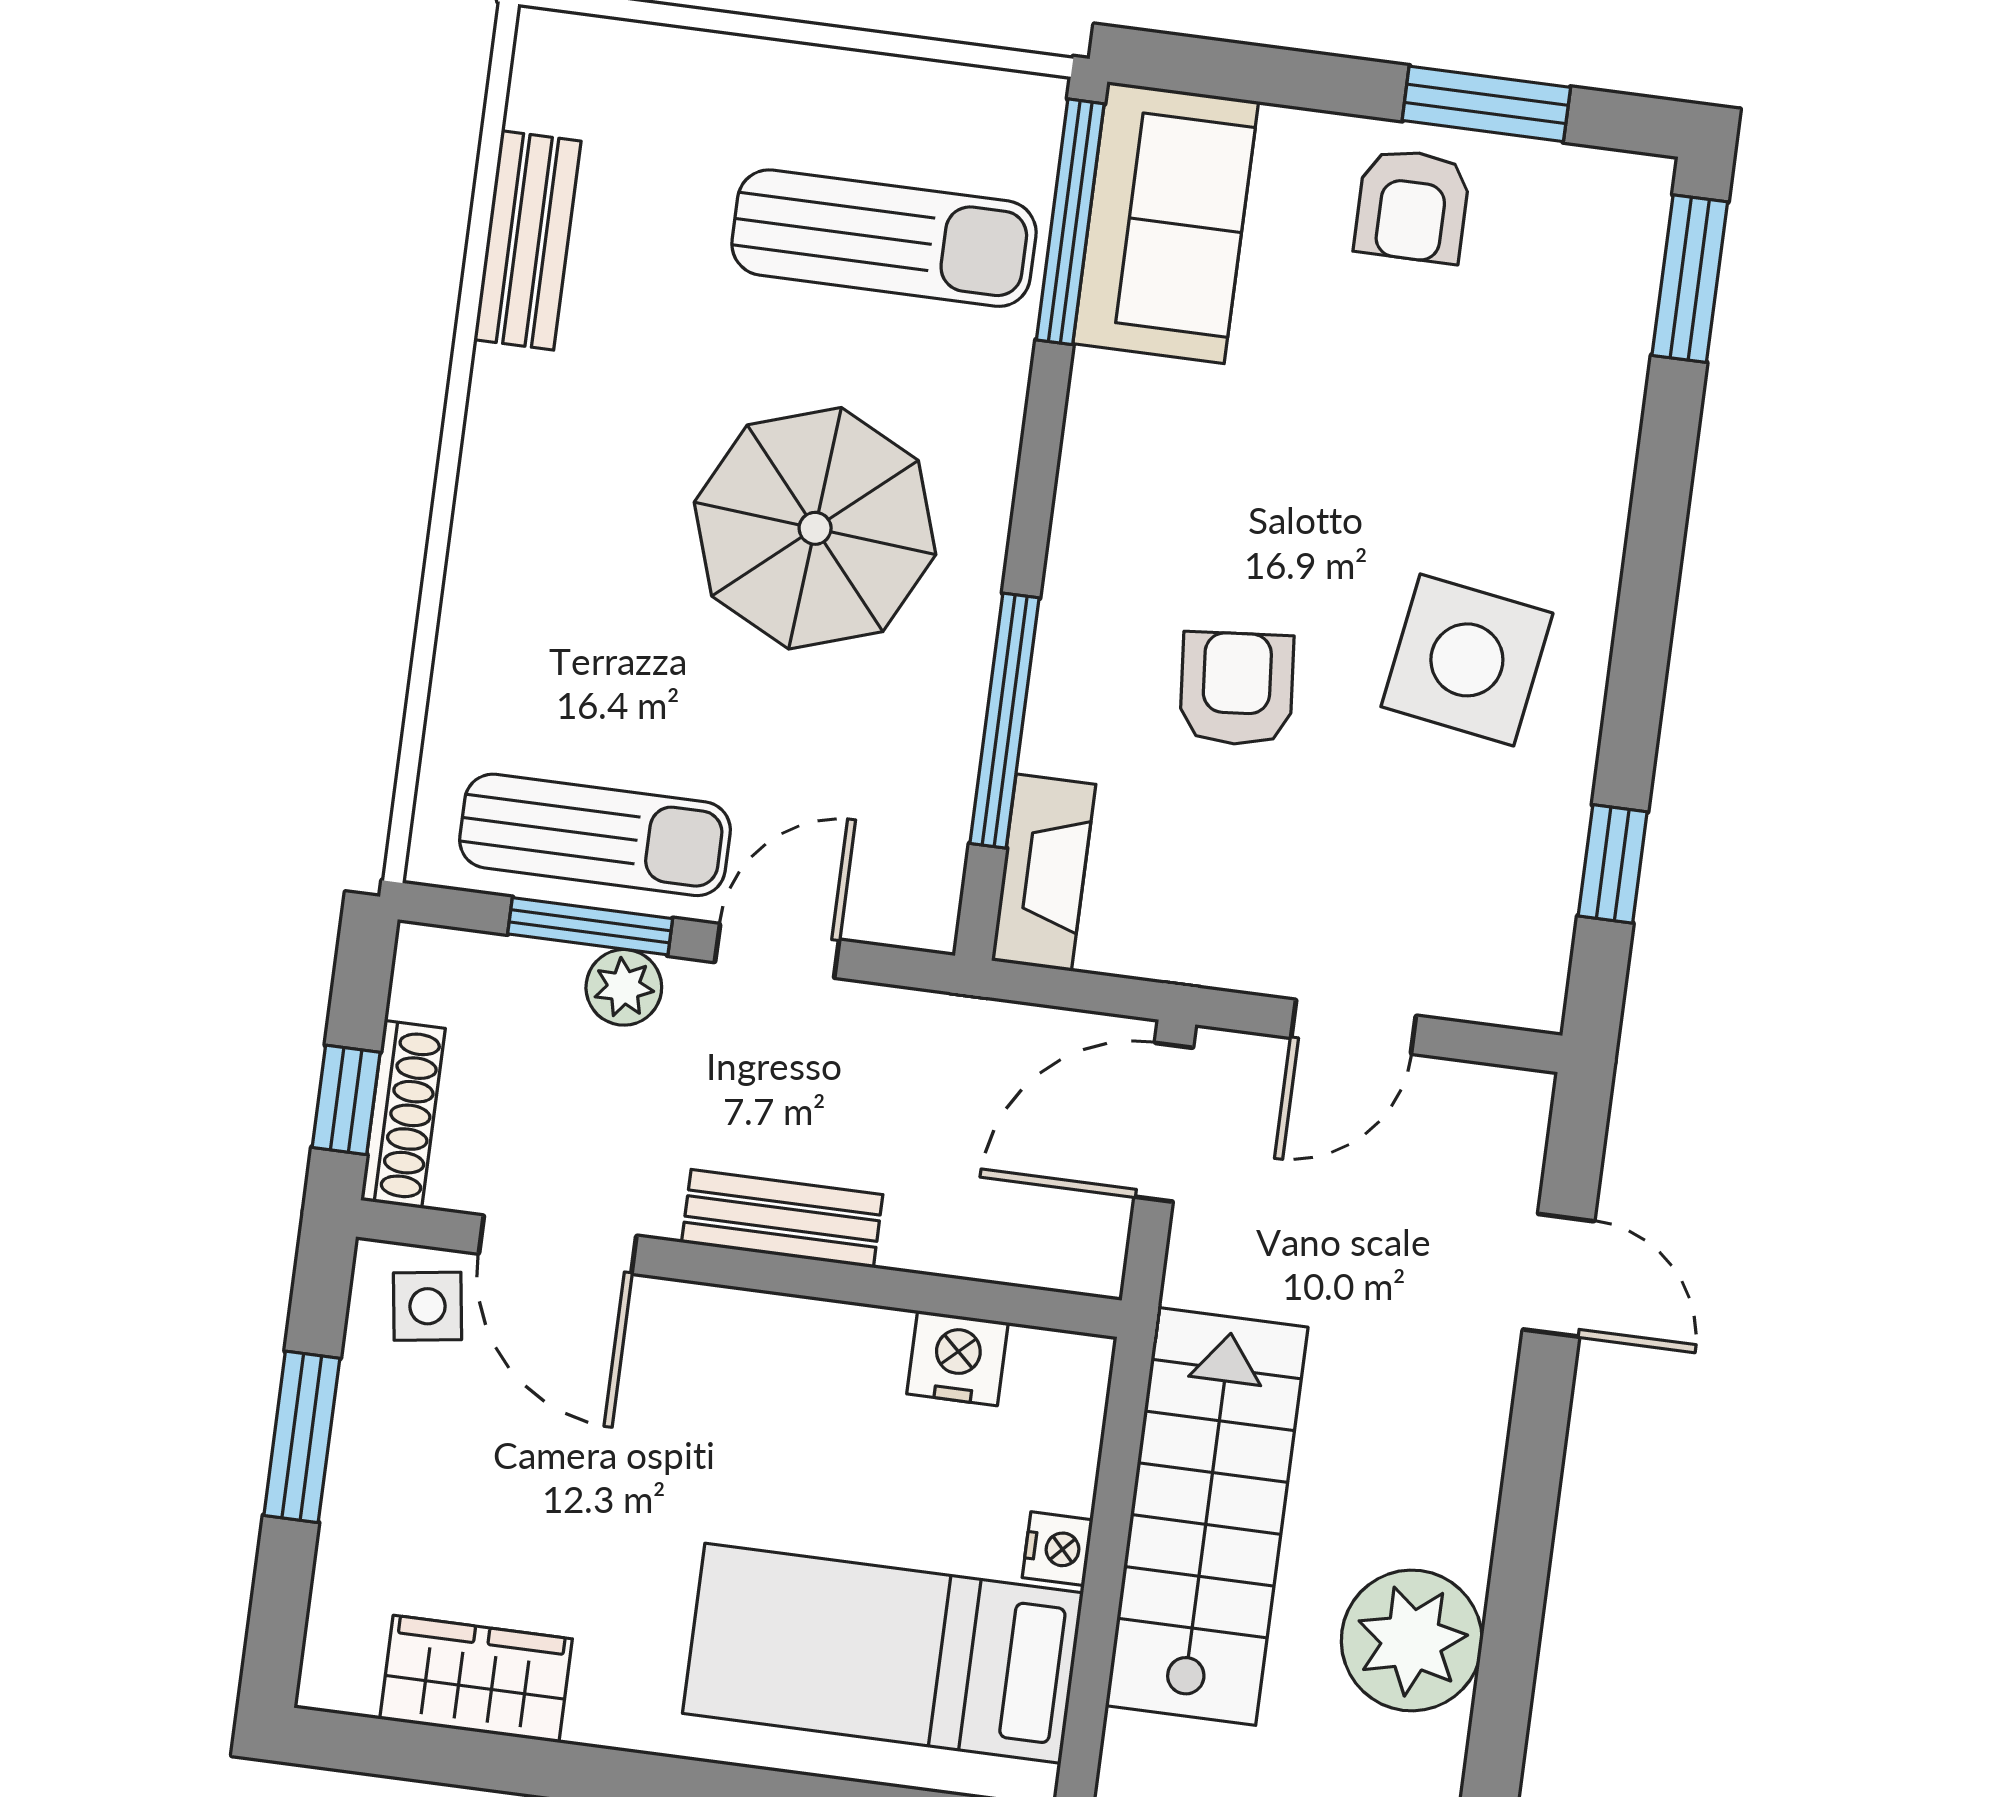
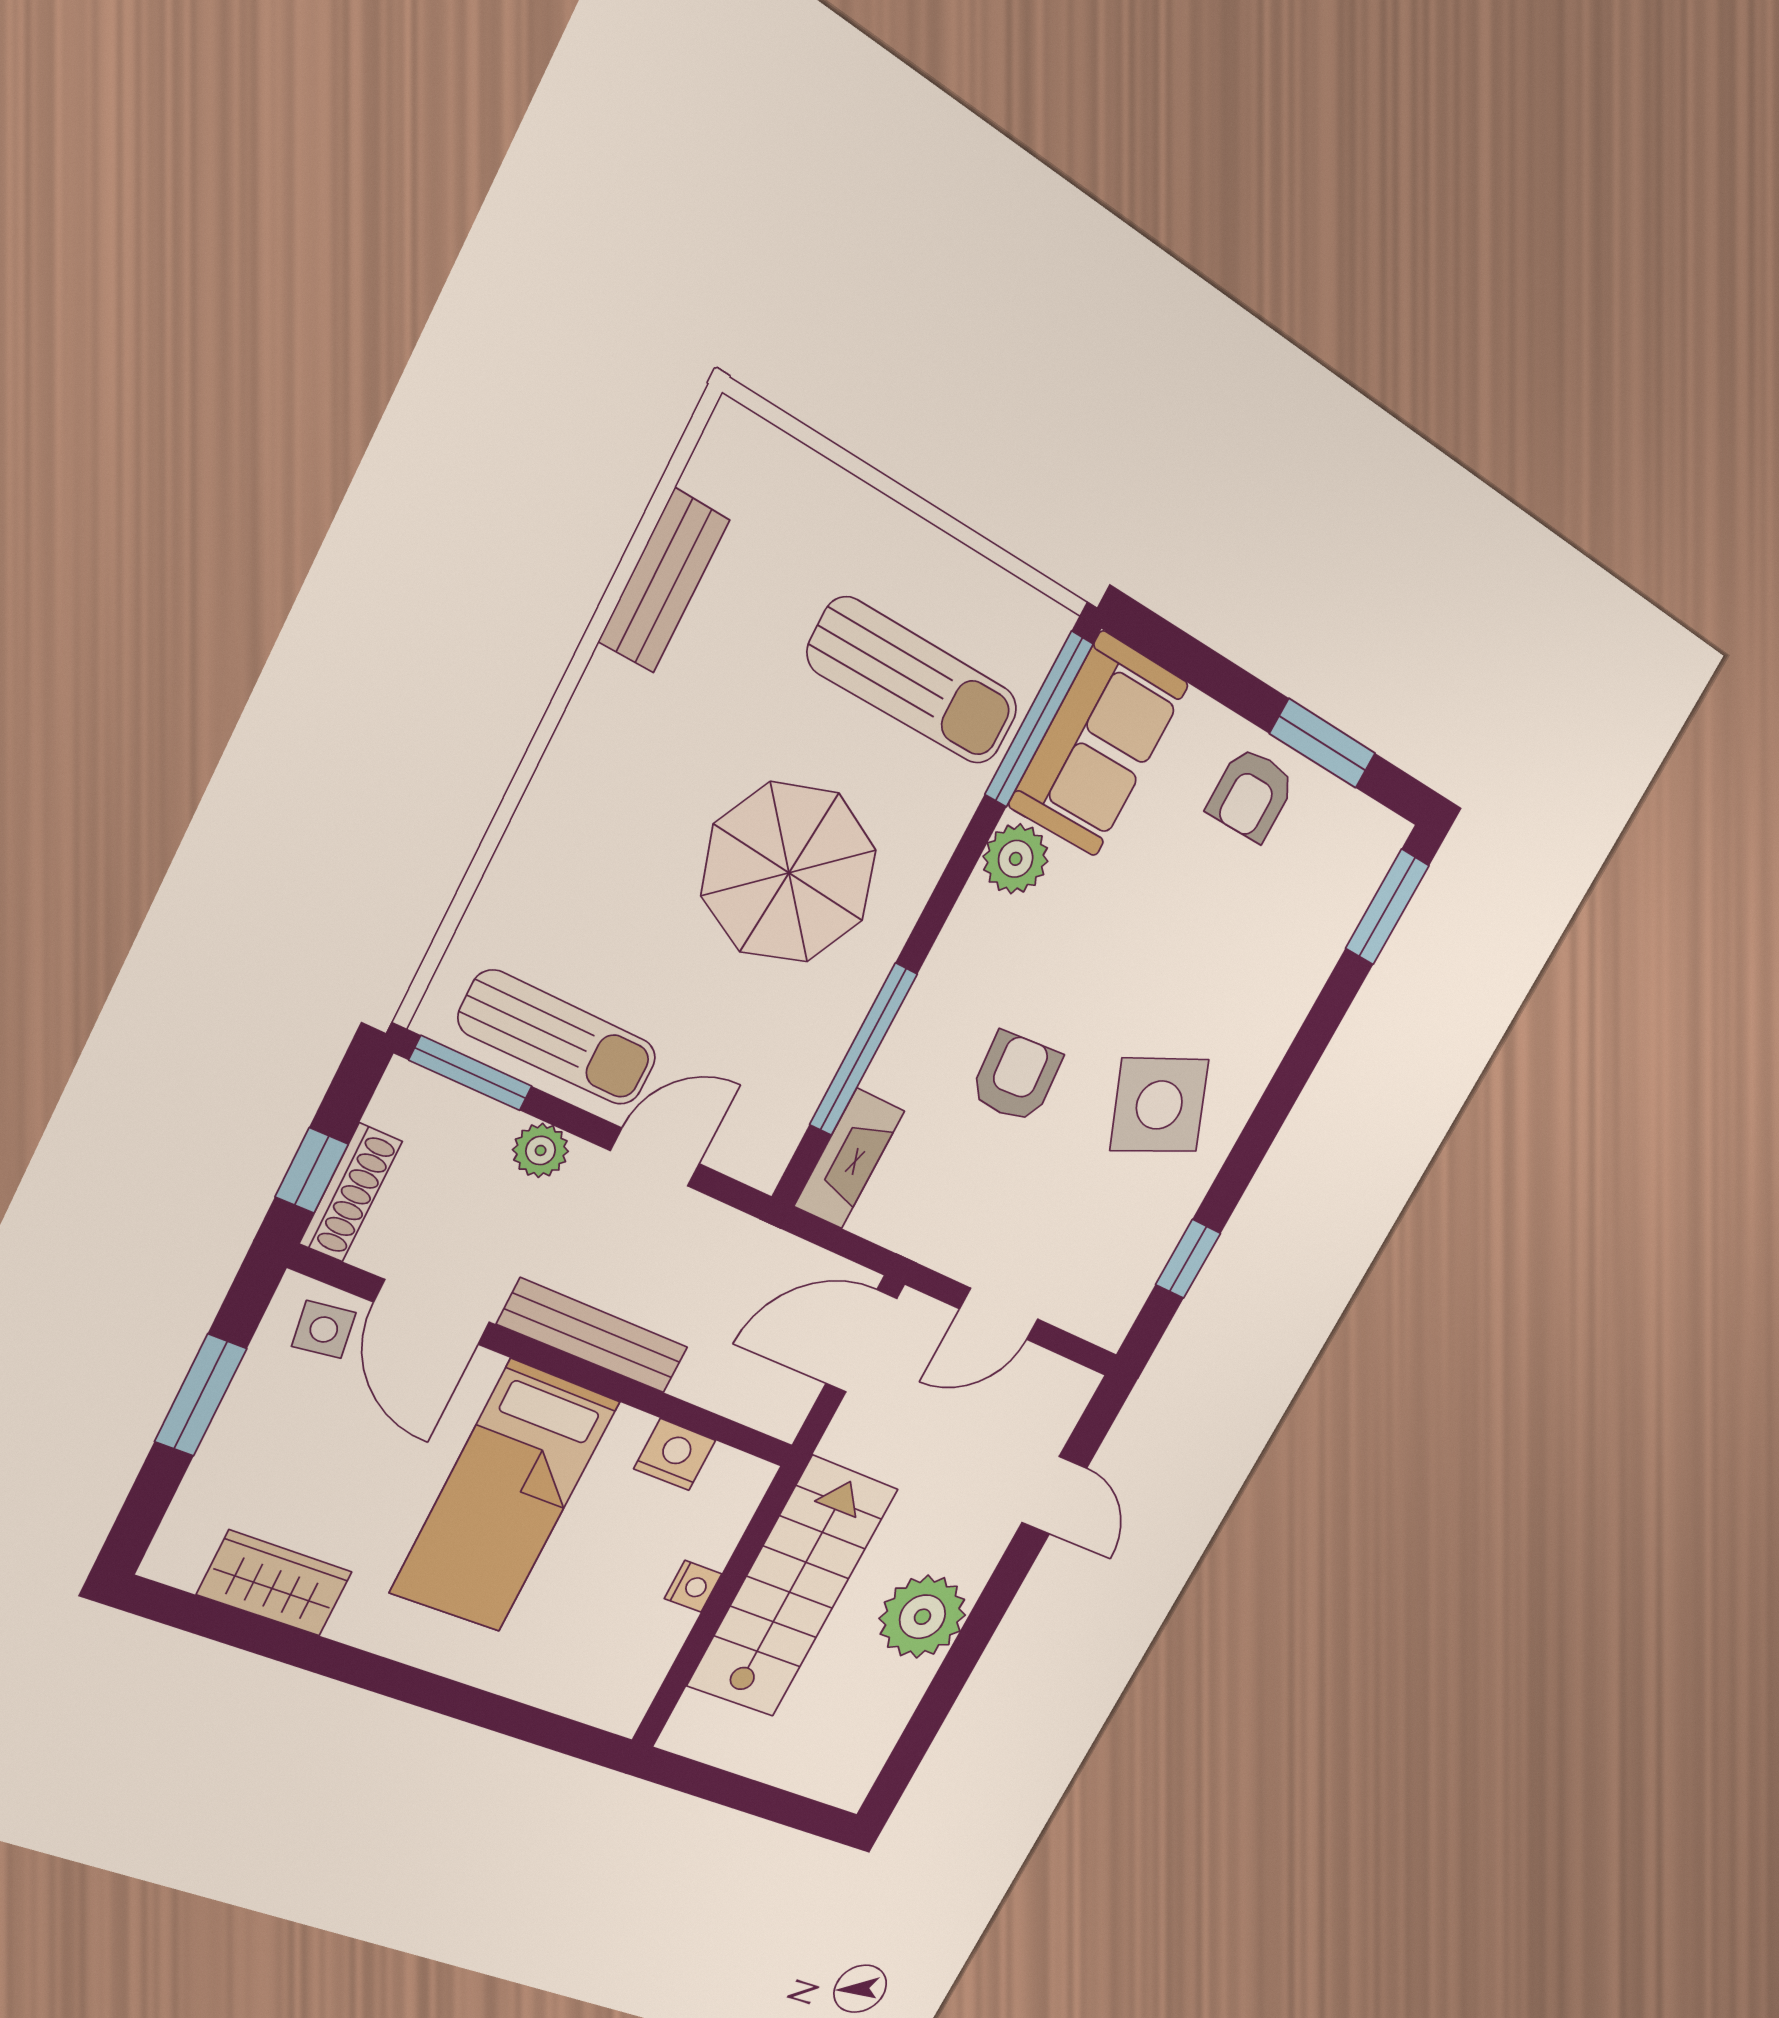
plant: (1113, 405) -> (1016, 859), added
side table: (1467, 660) -> (1159, 1105), turned -33
window: (590, 926) -> (471, 1073), moved
bench: (782, 1219) -> (593, 1336), width x1.36
plant: (1412, 1640) -> (922, 1617), moved
bed: (883, 1653) -> (505, 1497), moved, turned -90

